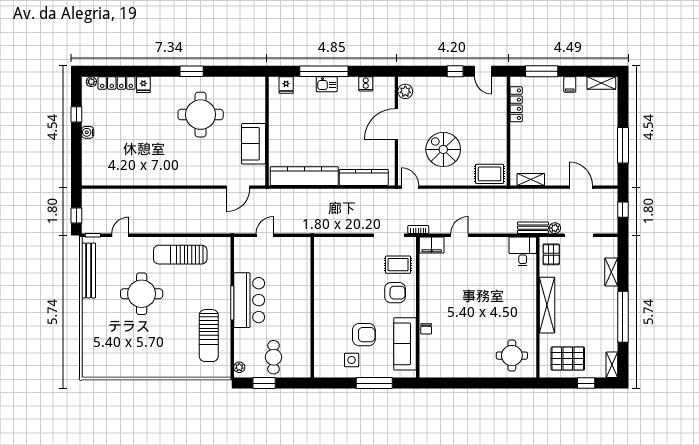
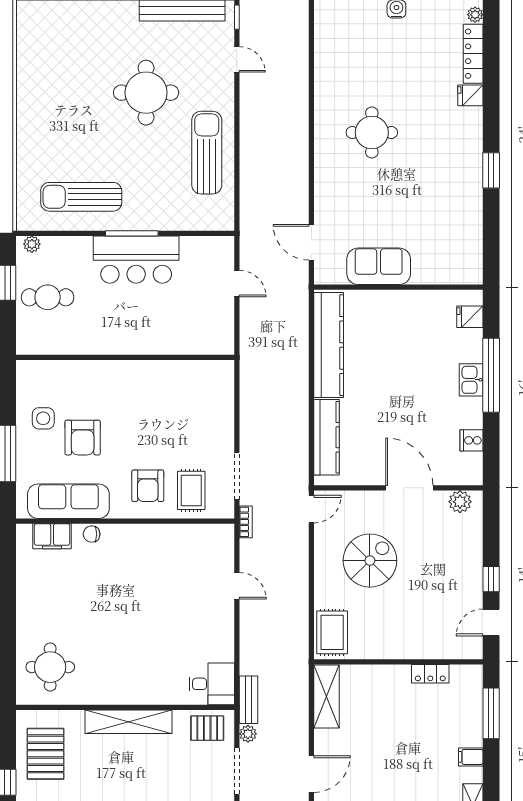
locker: (516, 104) -> (430, 674), width x0.66
round table: (201, 115) -> (372, 132), moved, width x0.73, depth x0.73
shelving: (531, 179) -> (327, 696), width x1.50, depth x1.33
filing cabinet: (432, 245) -> (52, 536), moved, turned -90

